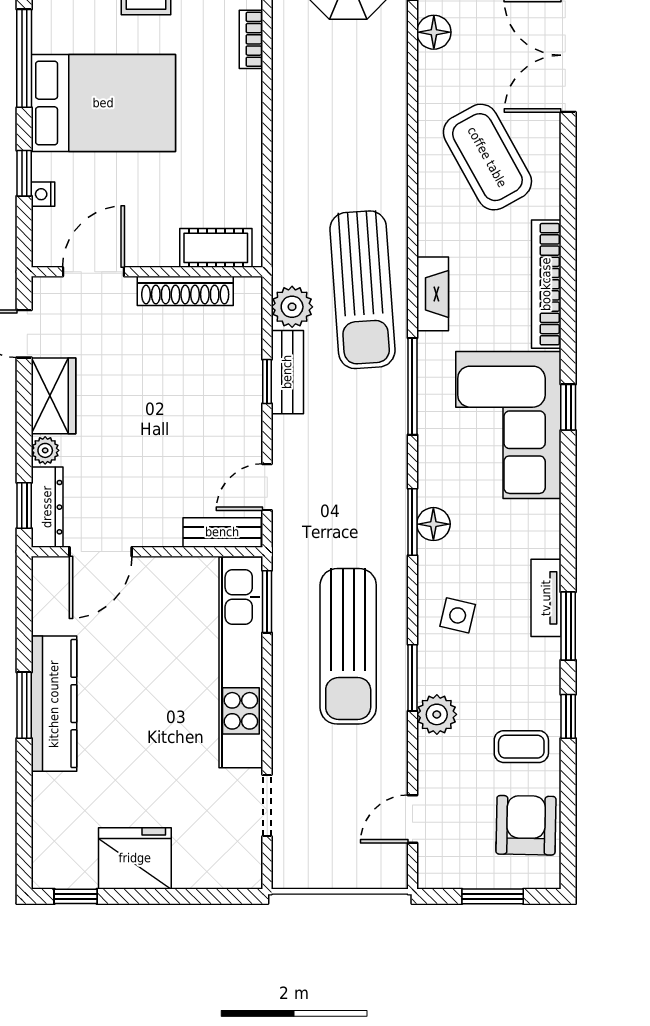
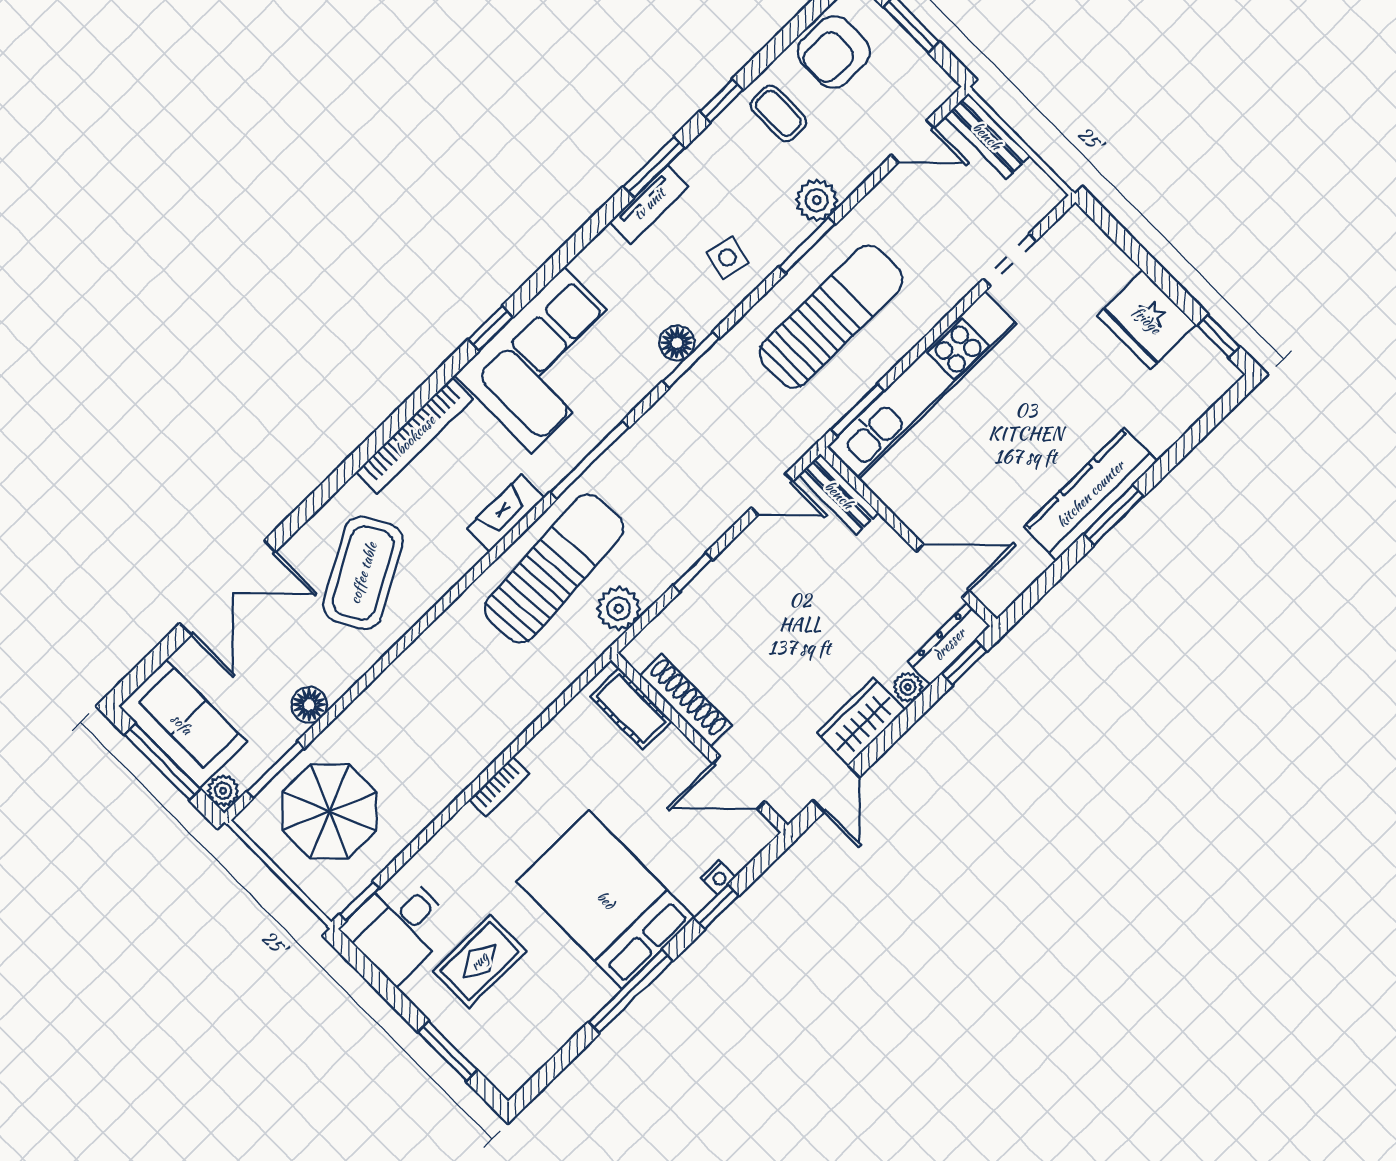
bookcase: (251, 39) -> (499, 787), moved
bench: (287, 372) -> (987, 136), moved, turned 90

